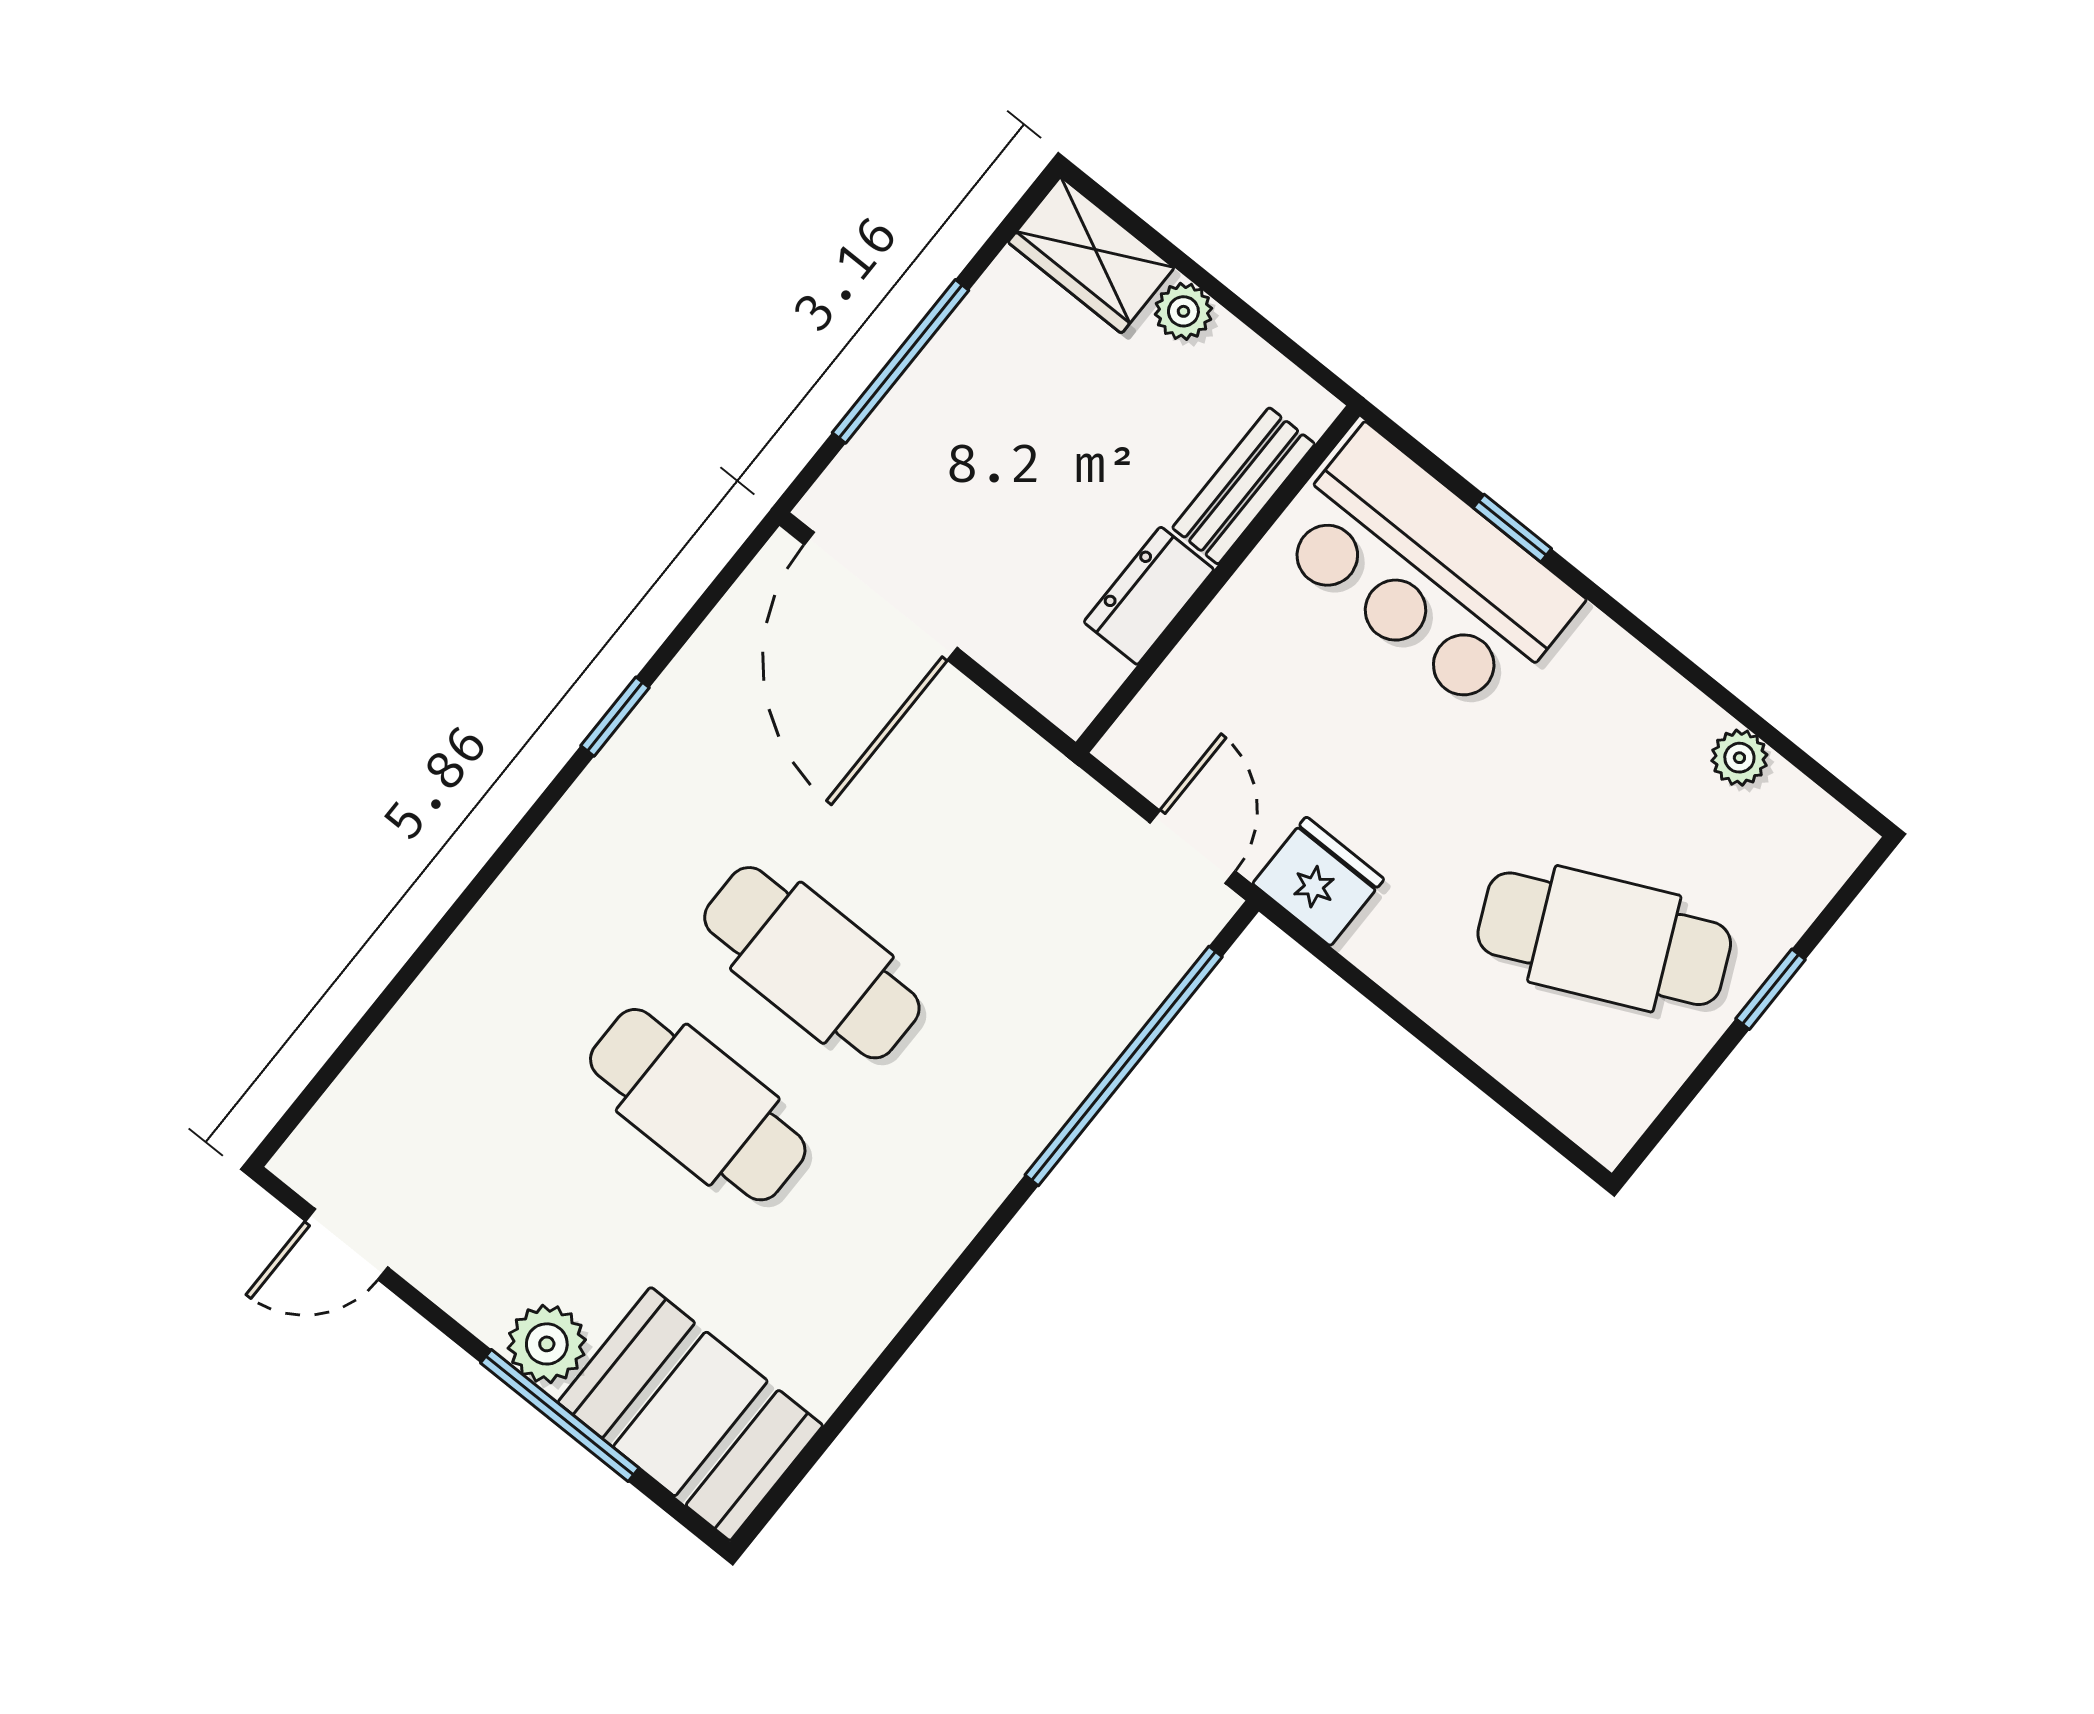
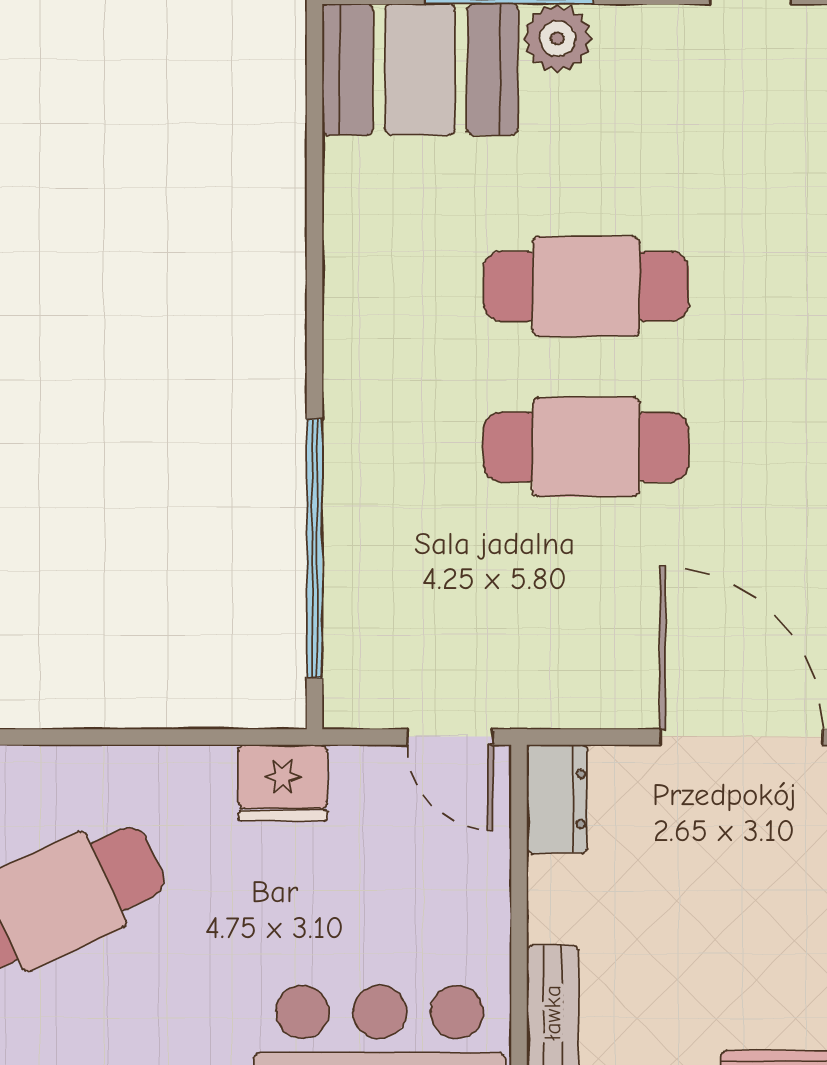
dresser: (1149, 596) -> (557, 799), moved
door: (1193, 847) -> (450, 737), moved

